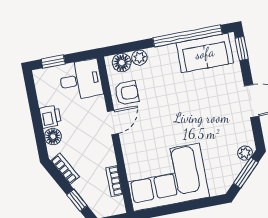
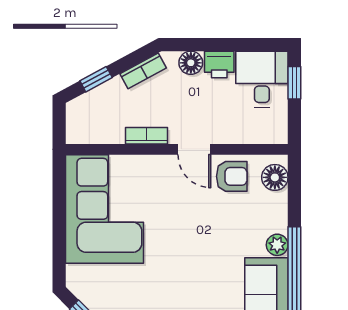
plant: (139, 58) -> (277, 245), moved
desk: (81, 80) -> (262, 79), moved, turned 180
armchair: (127, 93) -> (232, 176), turned -90
bookcase: (114, 181) -> (147, 136), moved

